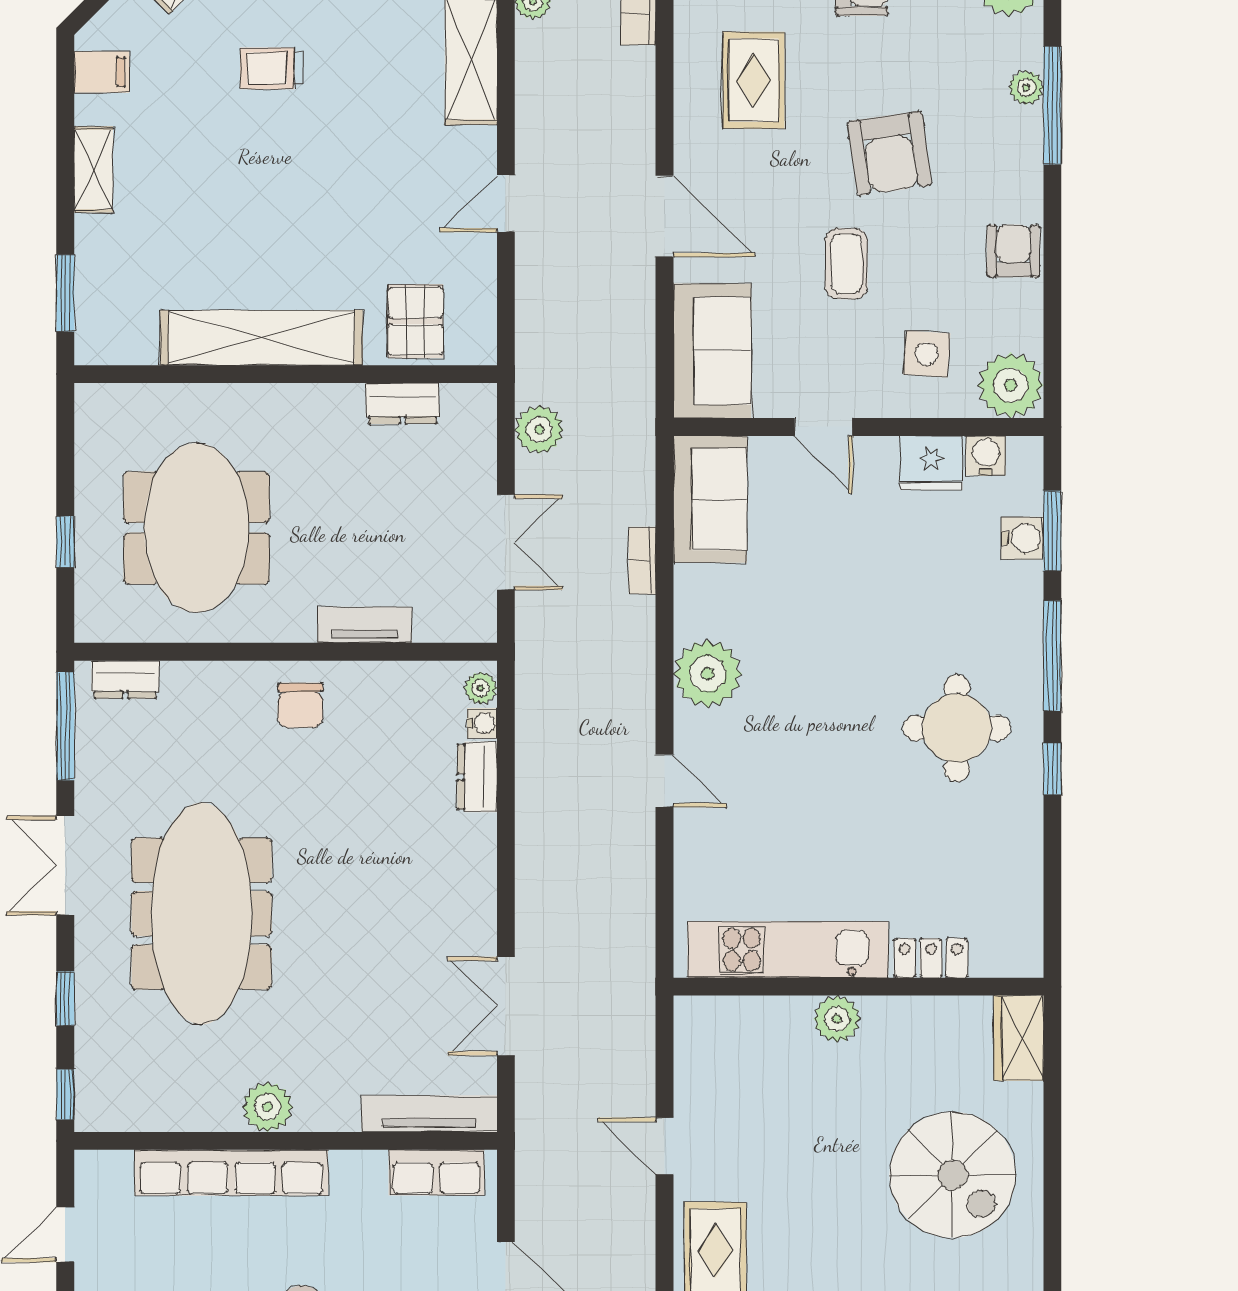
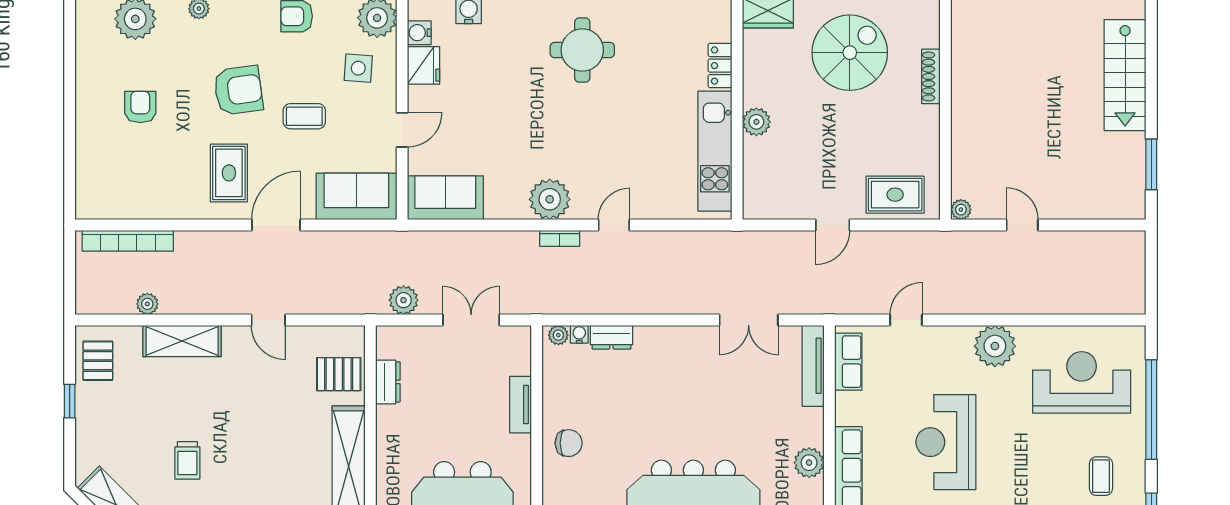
rug: (754, 80) -> (229, 173), moved, turned 90
bookcase: (642, 560) -> (560, 238), moved

